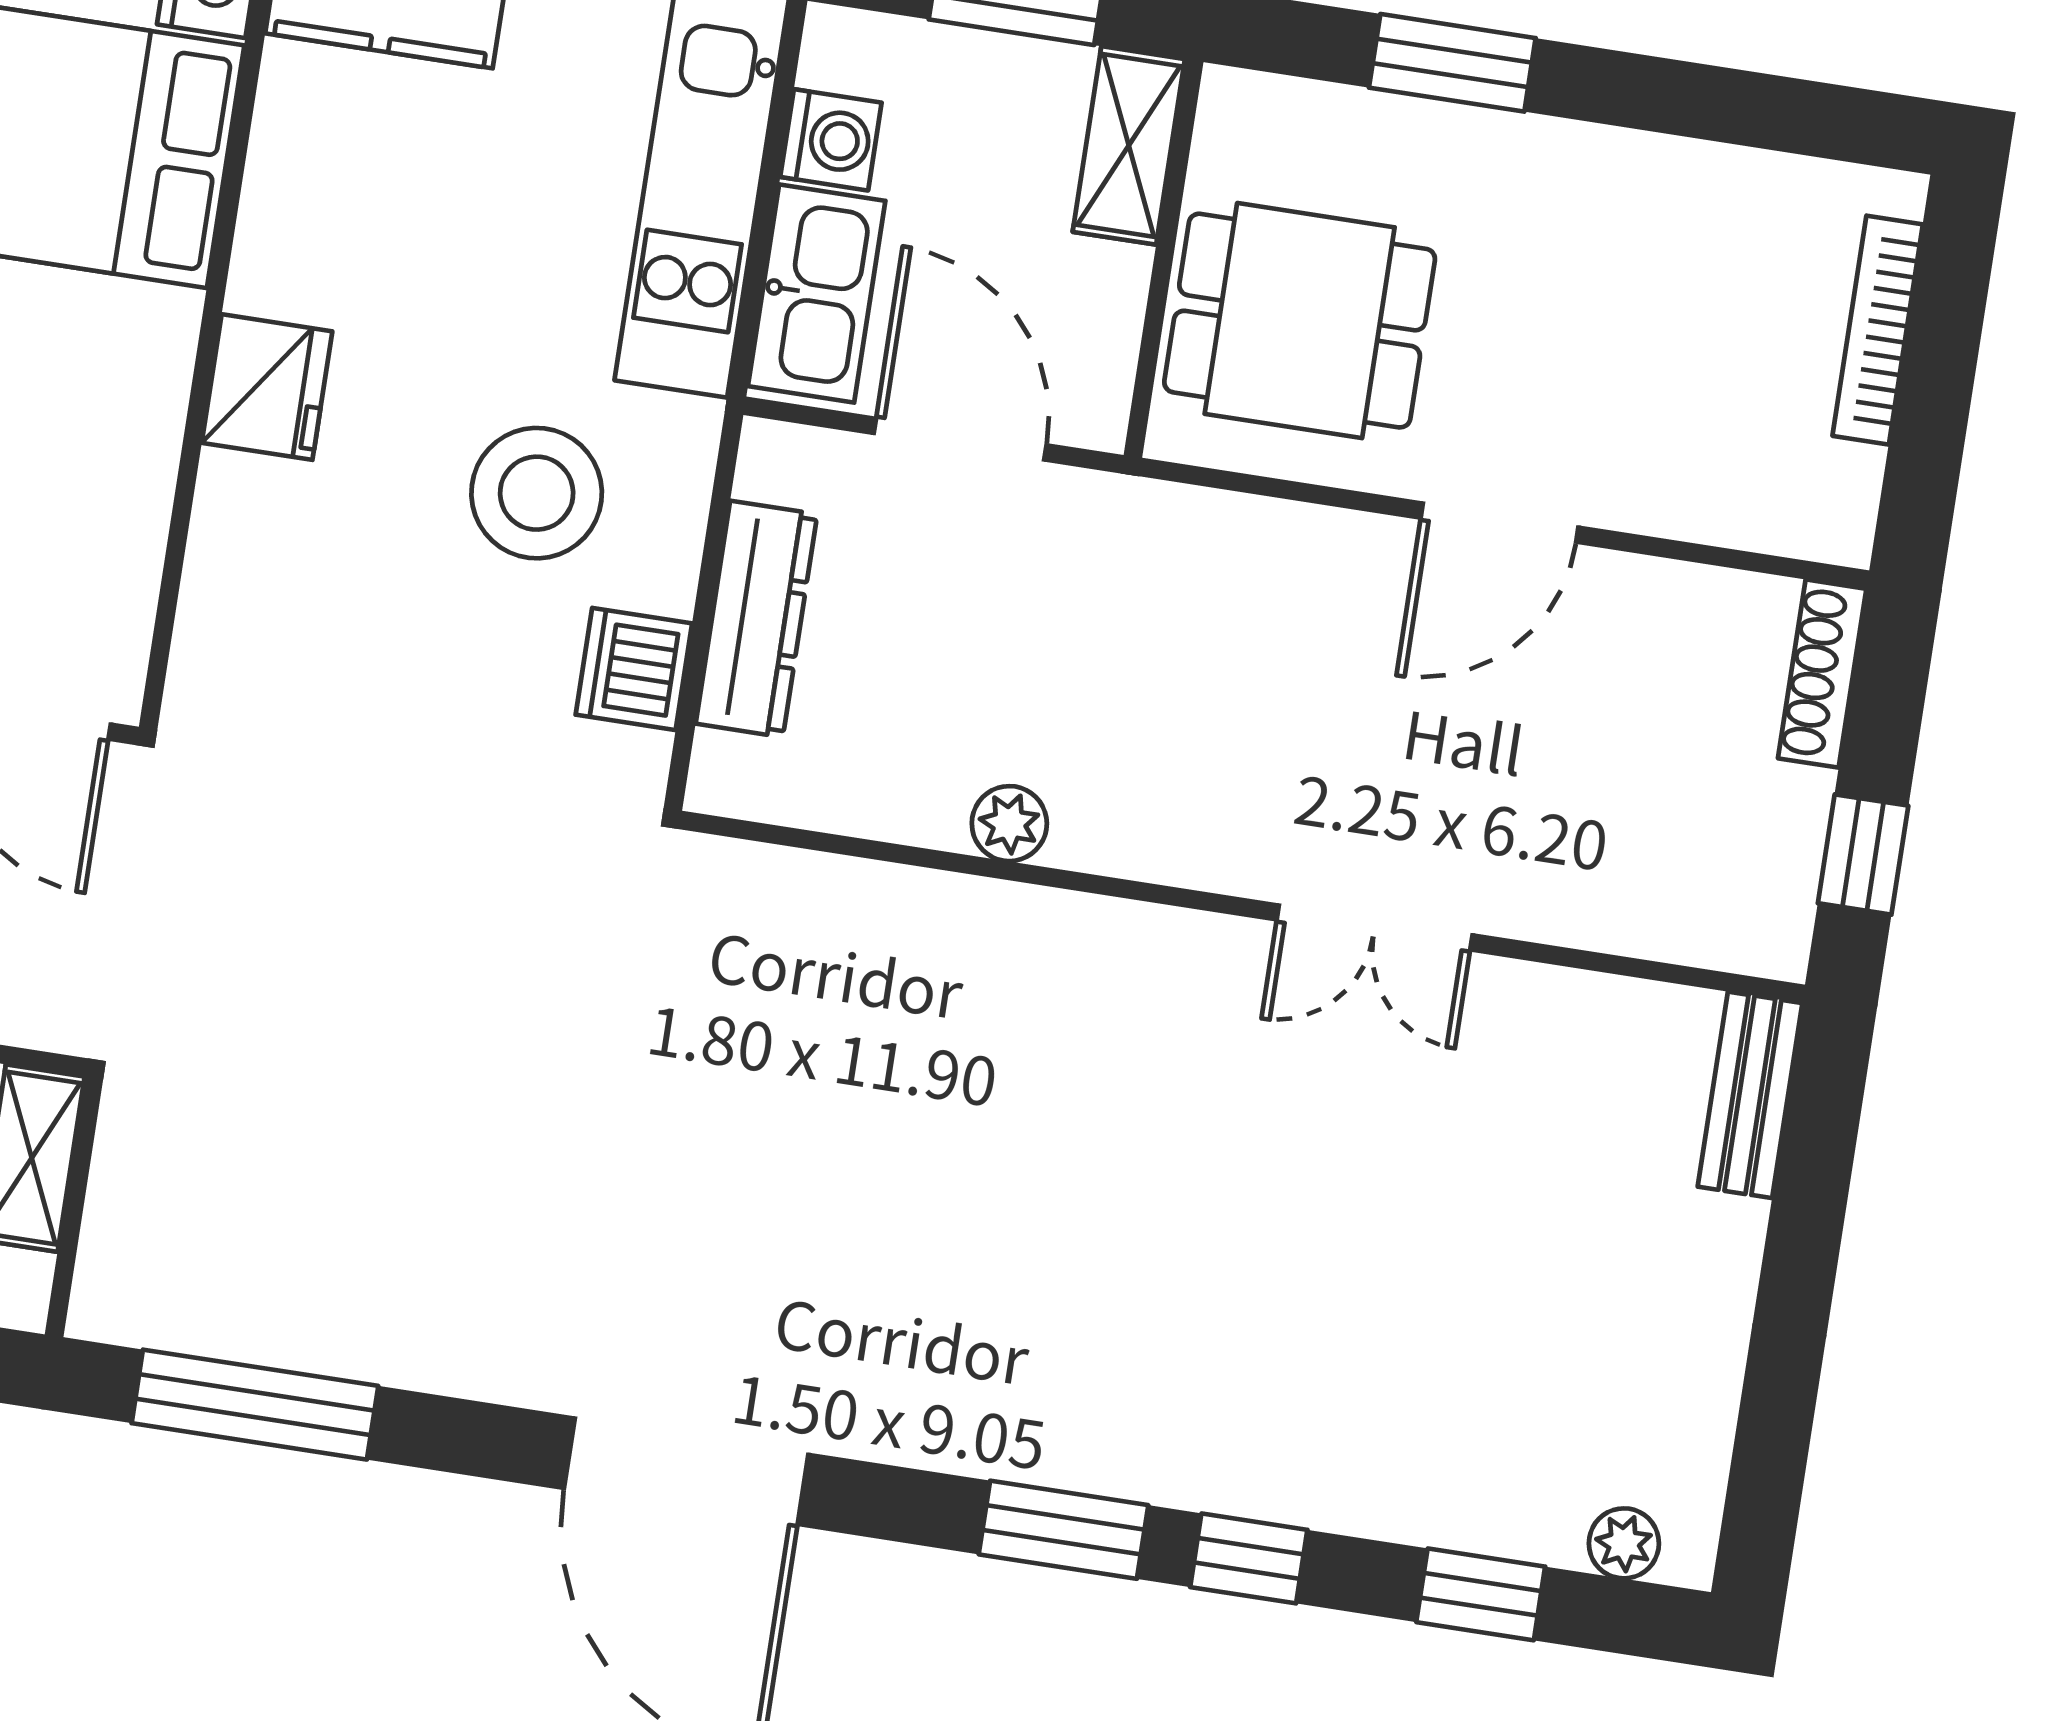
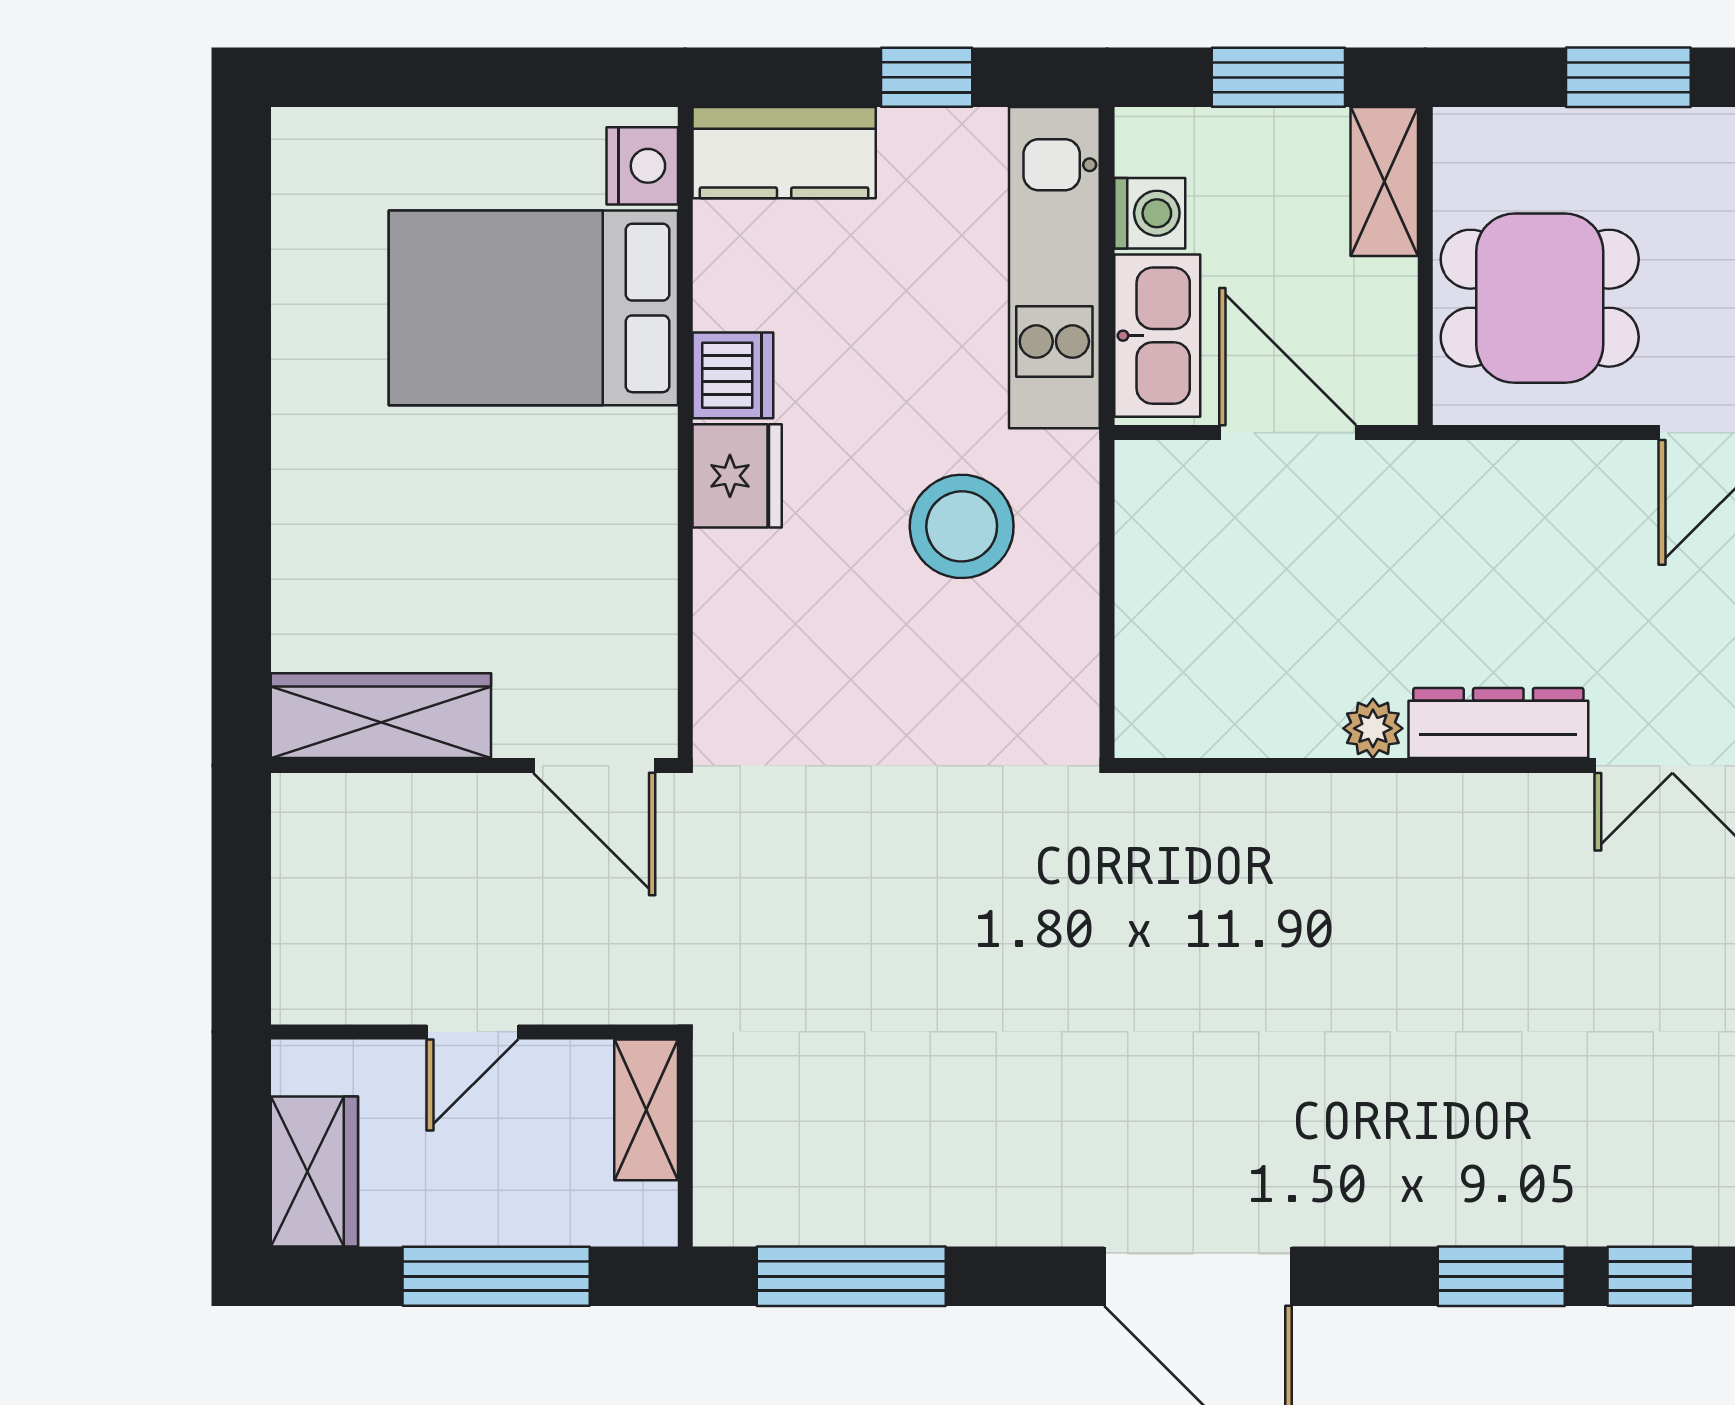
dresser: (756, 619) -> (1498, 723), moved, turned -90
dishwasher: (634, 669) -> (733, 375), moved, turned 180

